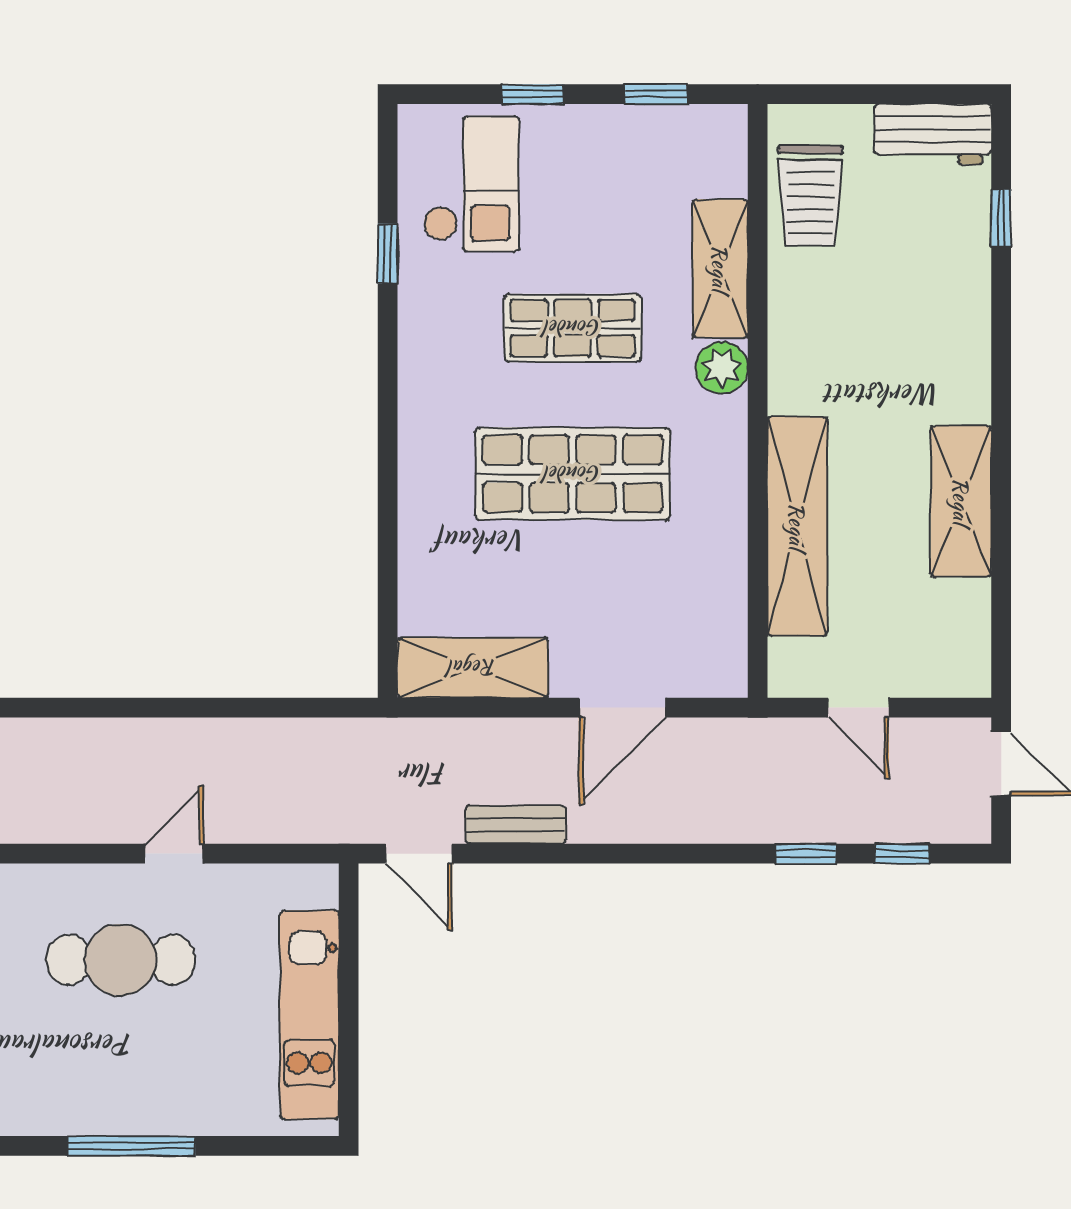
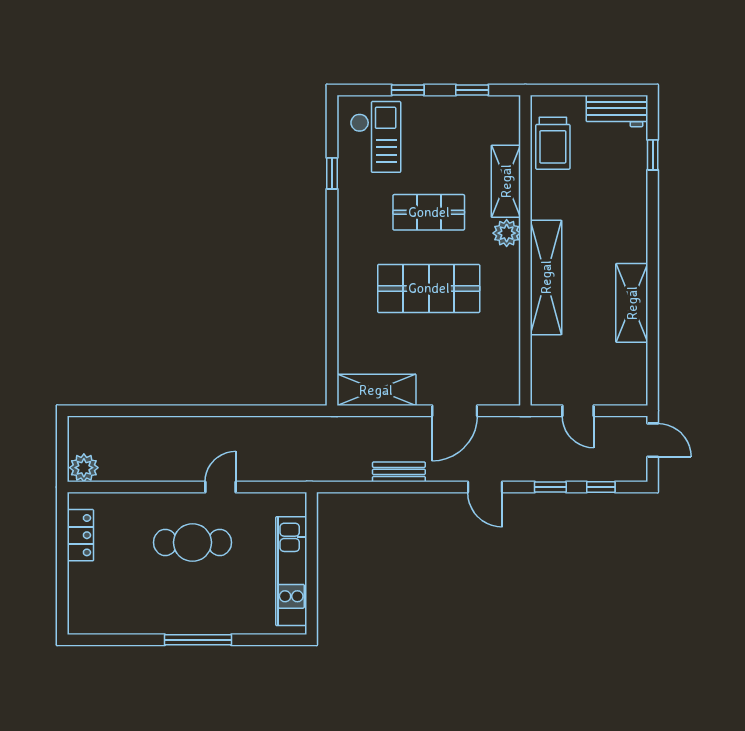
shelving: (797, 526) -> (546, 277), moved
door: (419, 854) -> (485, 487), moved

